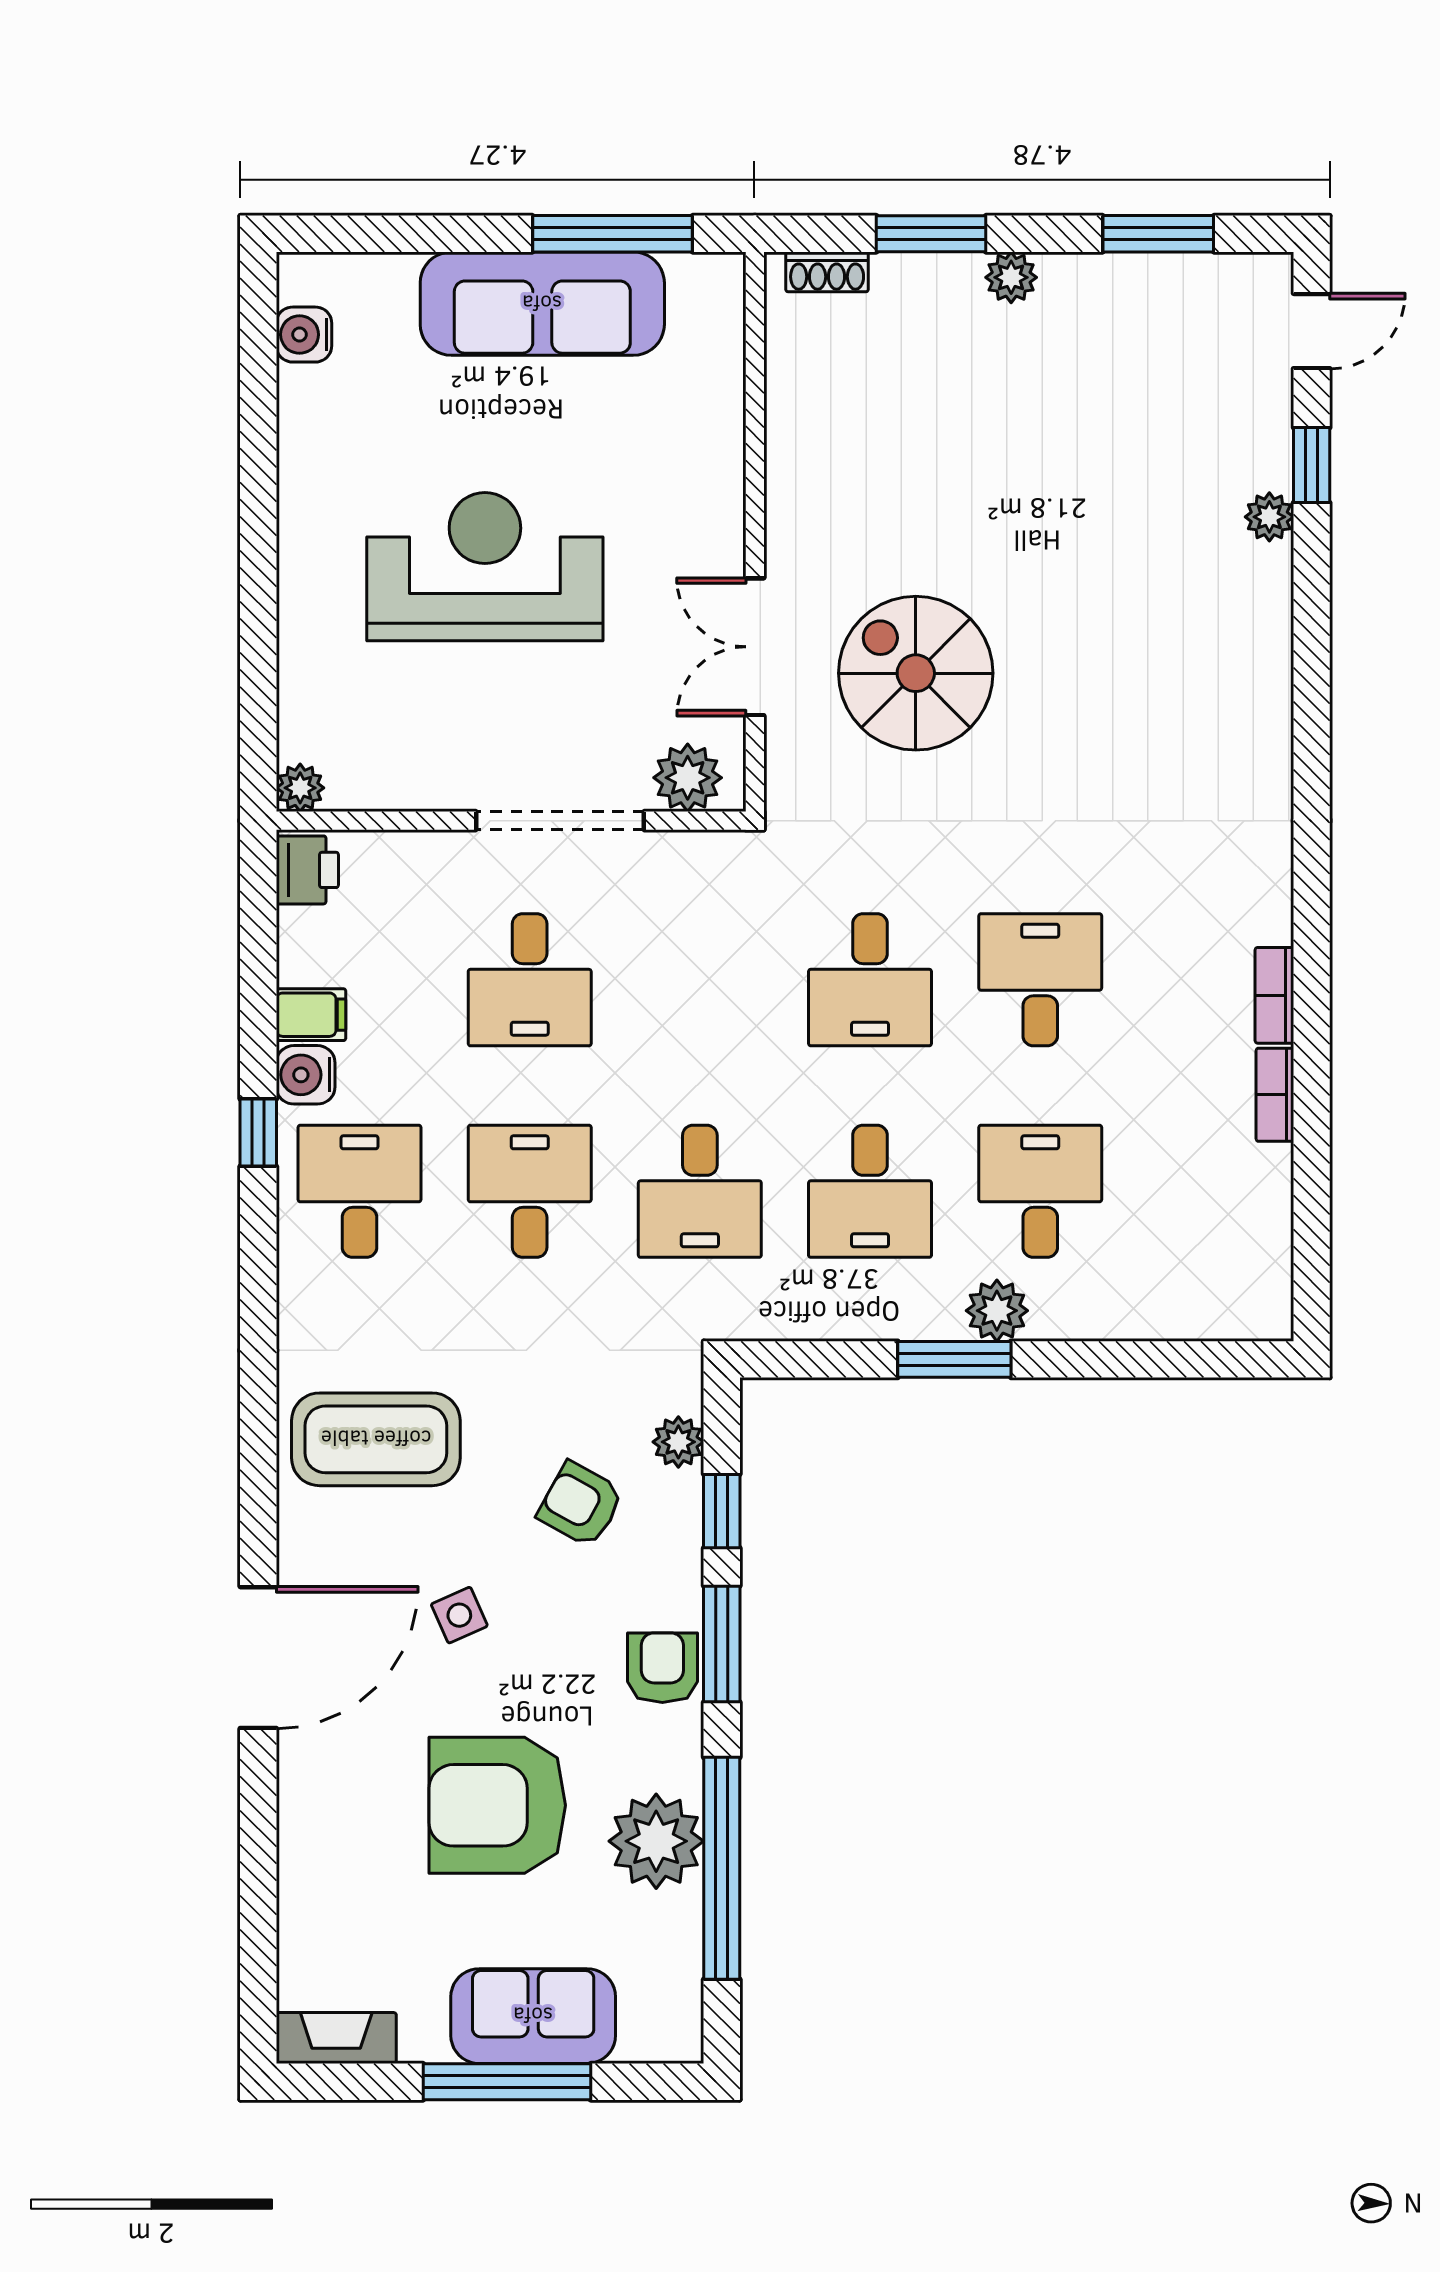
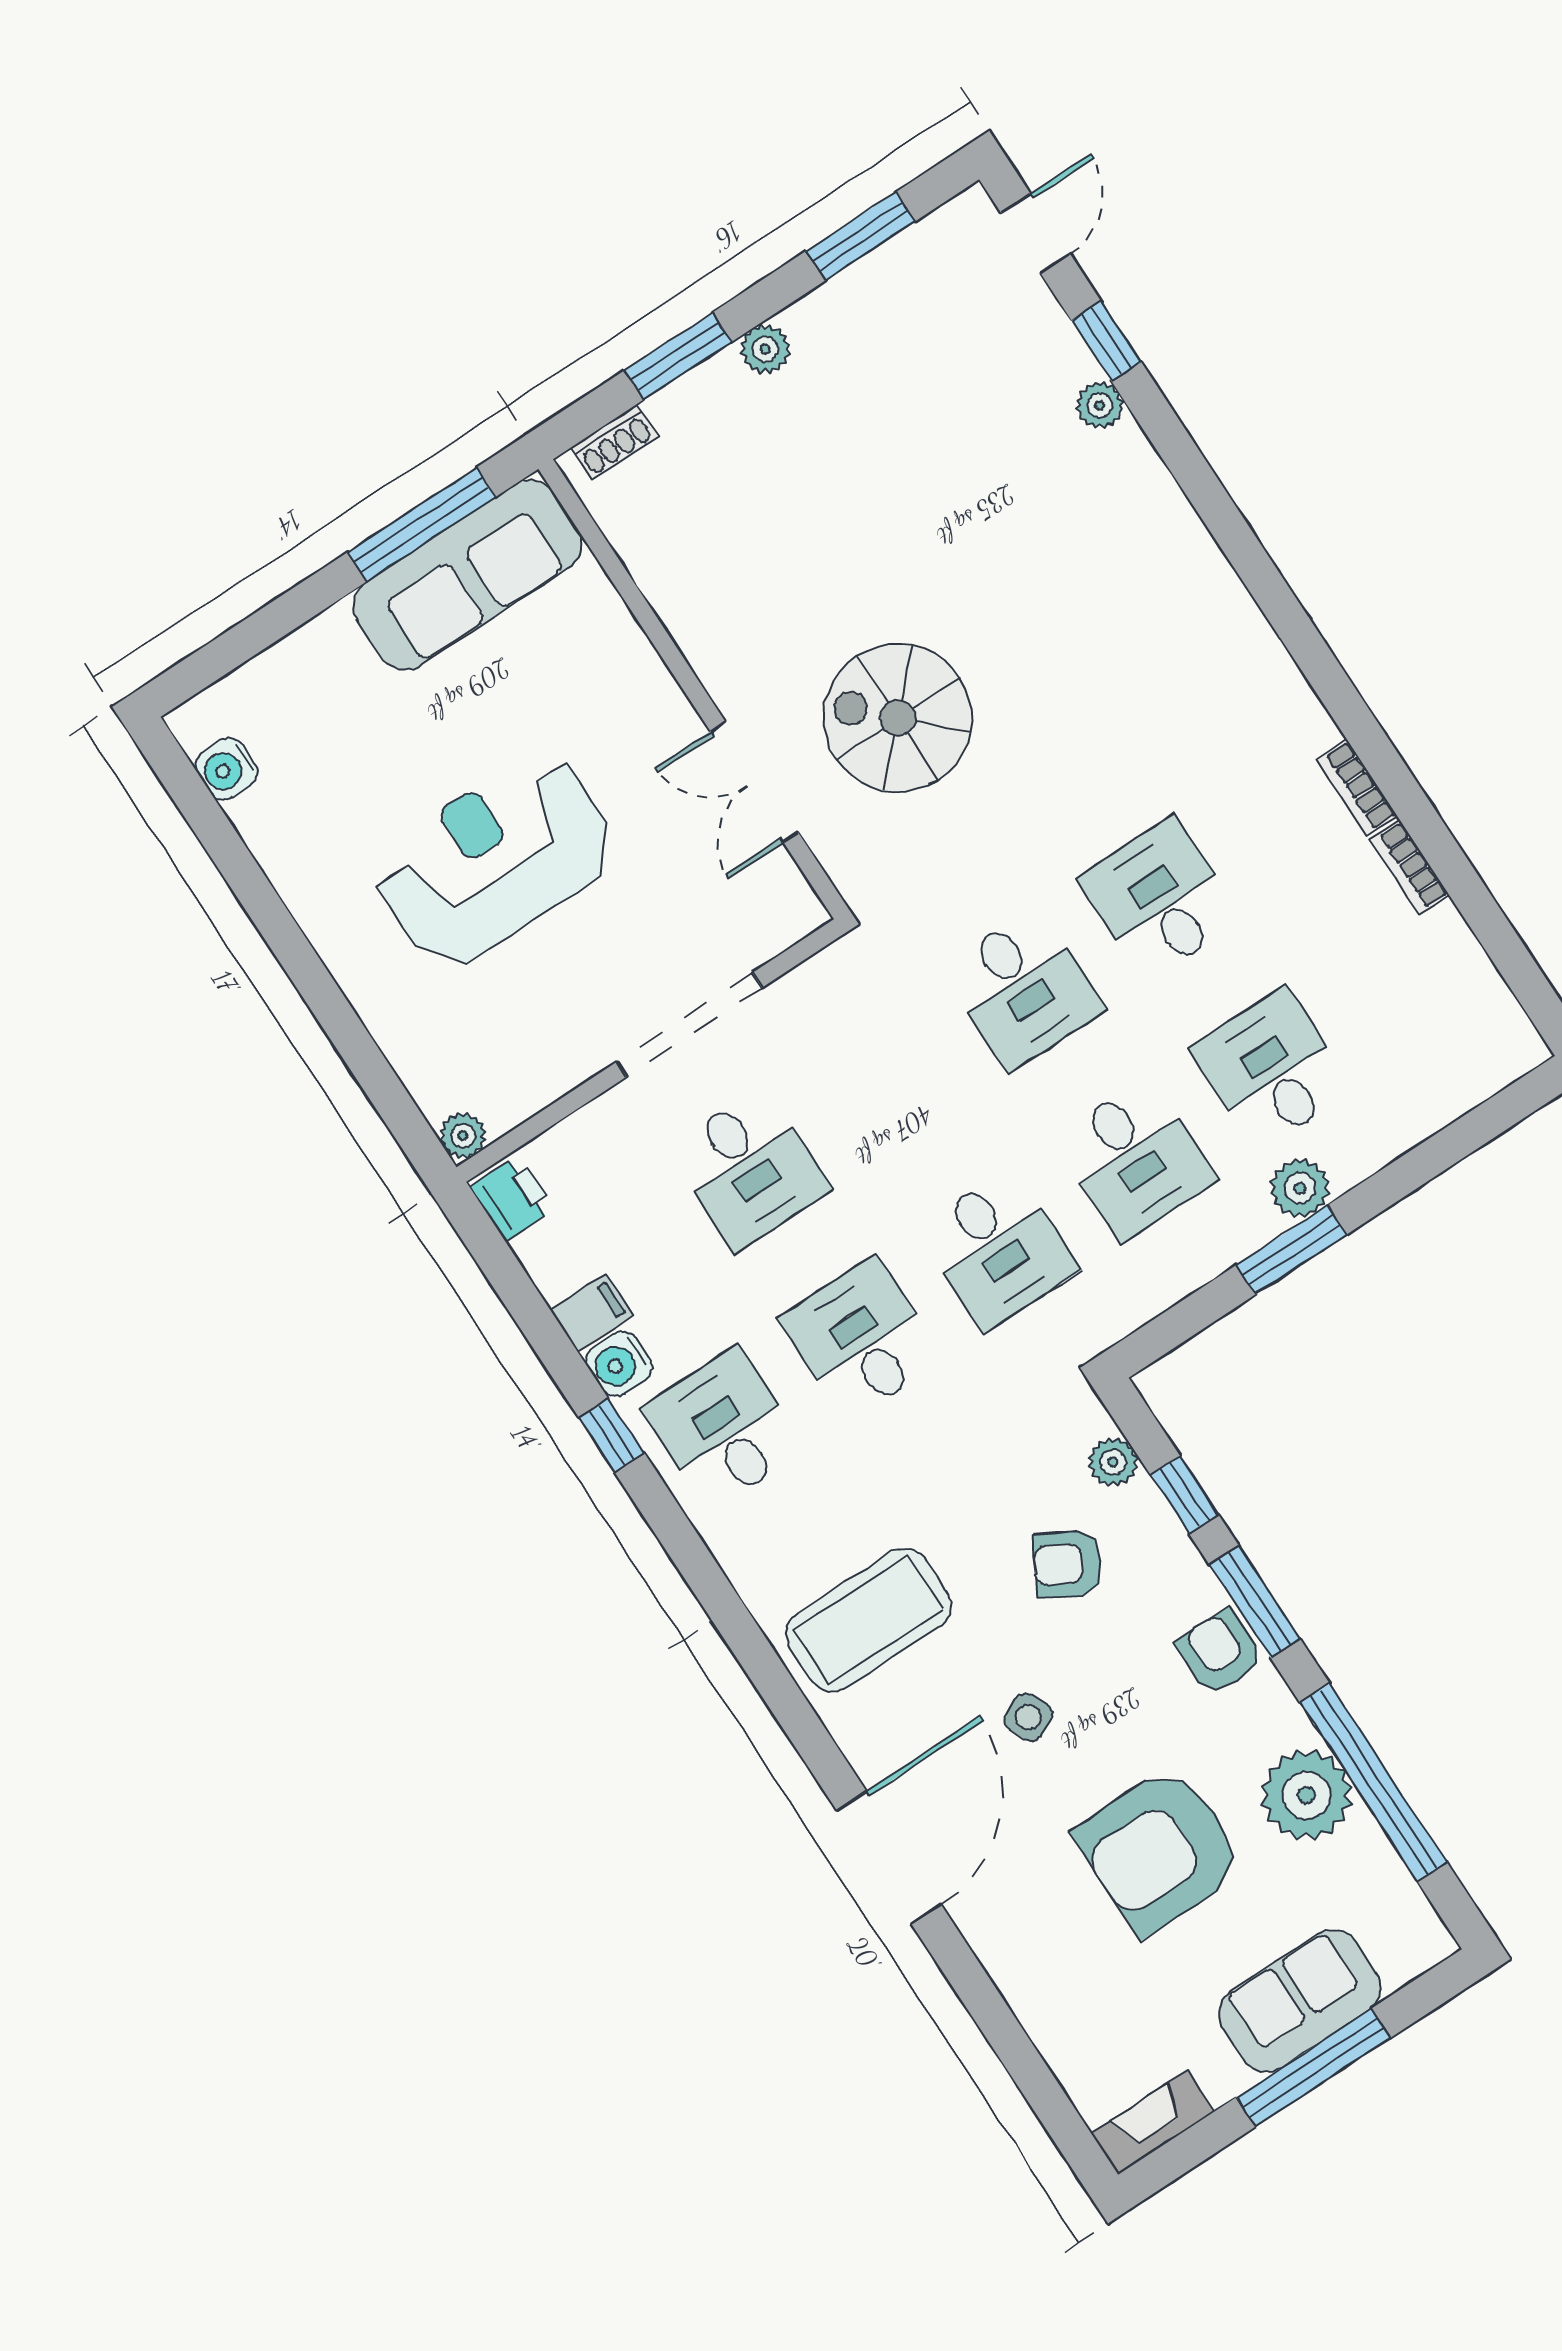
sofa: (542, 304) -> (468, 575), moved
plant: (688, 778) -> (769, 923), removed

